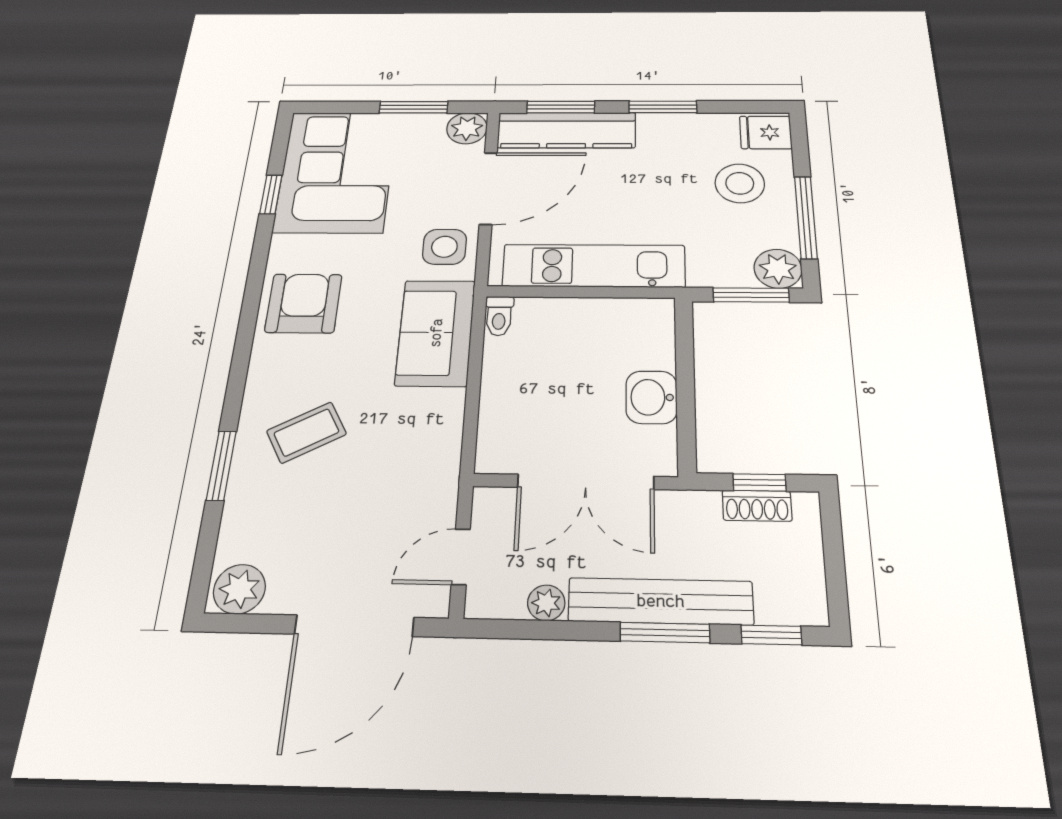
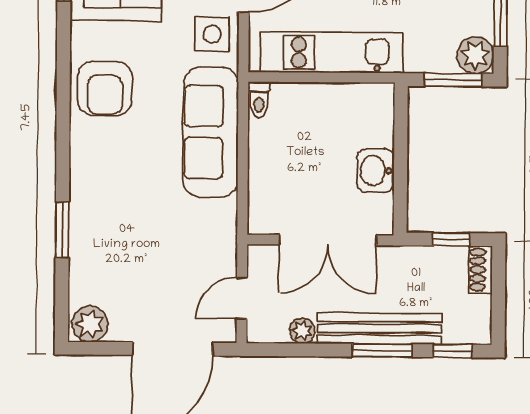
armchair: (304, 303) -> (105, 88), turned 180
sofa: (436, 333) -> (211, 132), width x1.36
coffee table: (306, 432) -> (121, 202), removed
shoe rack: (757, 506) -> (481, 270), moved, turned 90

